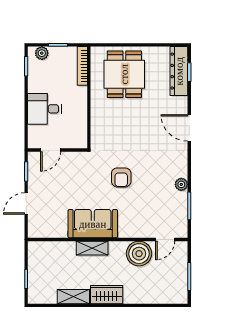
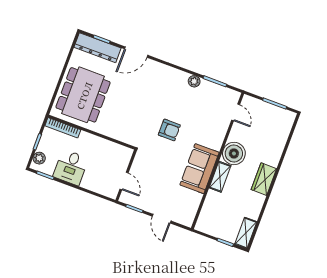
dining table: (124, 74) -> (83, 95), width x1.37
desk: (44, 109) -> (71, 167), moved
door: (189, 128) -> (136, 52), moved
boiler: (139, 254) -> (234, 154), moved
shelving: (73, 297) -> (246, 233), moved

